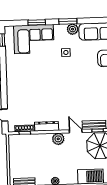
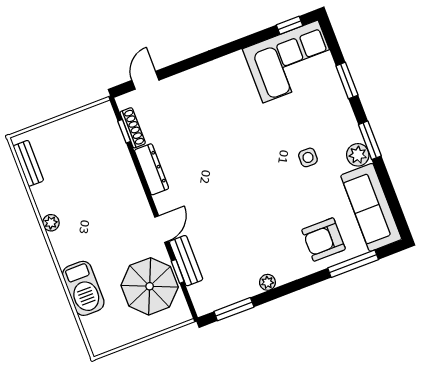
corner sofa: (34, 39) -> (291, 61), moved, turned -90
plant: (58, 139) -> (135, 200), removed

